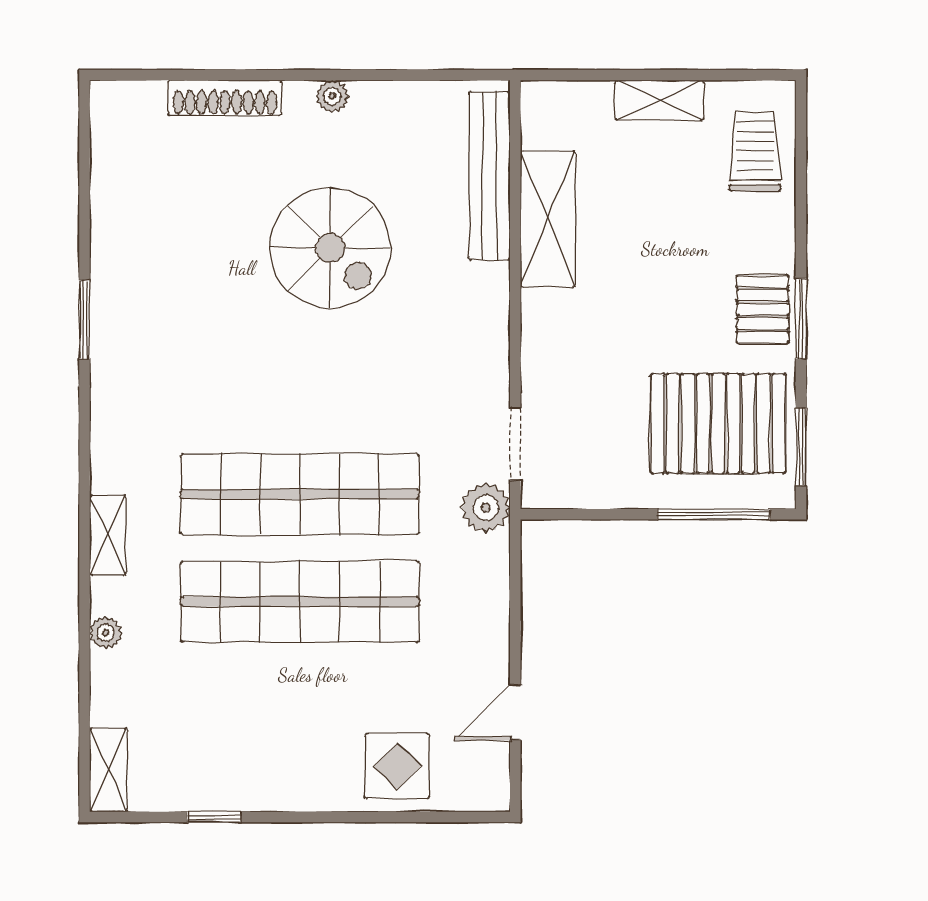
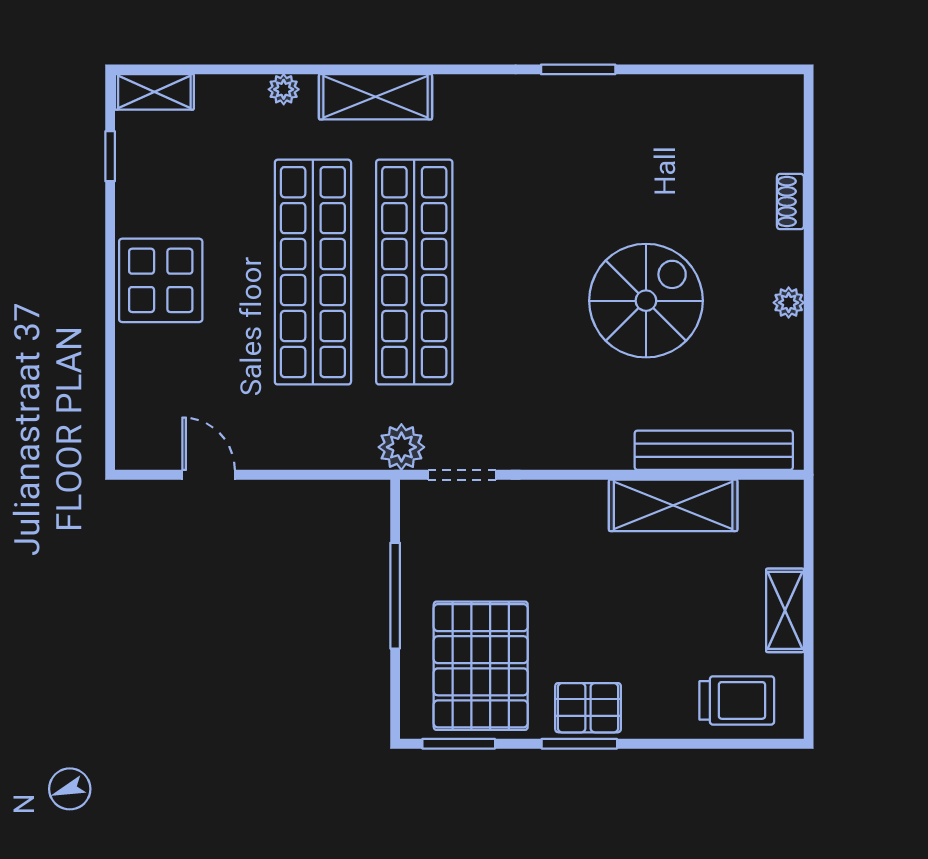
shoe rack: (225, 98) -> (790, 202), width x0.51, depth x0.81
spiral stairs: (330, 248) -> (646, 301), turned 180
window: (714, 514) -> (395, 596), moved
shelving: (108, 535) -> (375, 97), width x1.50, depth x1.33
display table: (397, 766) -> (161, 280), moved, width x1.36, depth x1.36
window: (214, 817) -> (110, 156), moved

